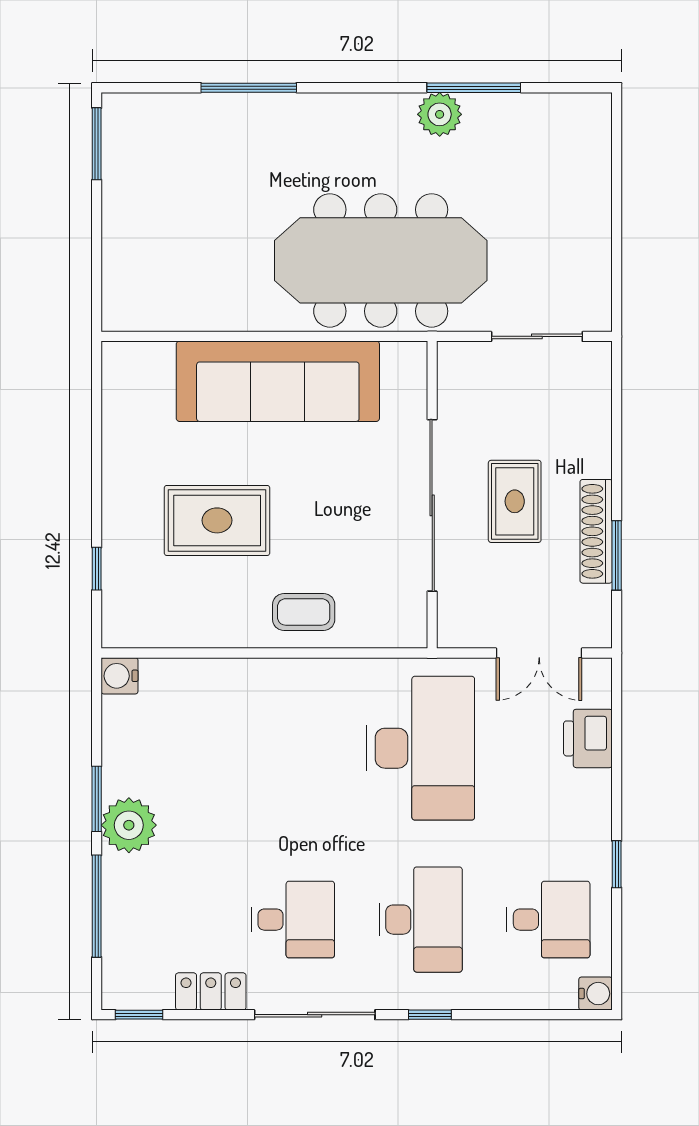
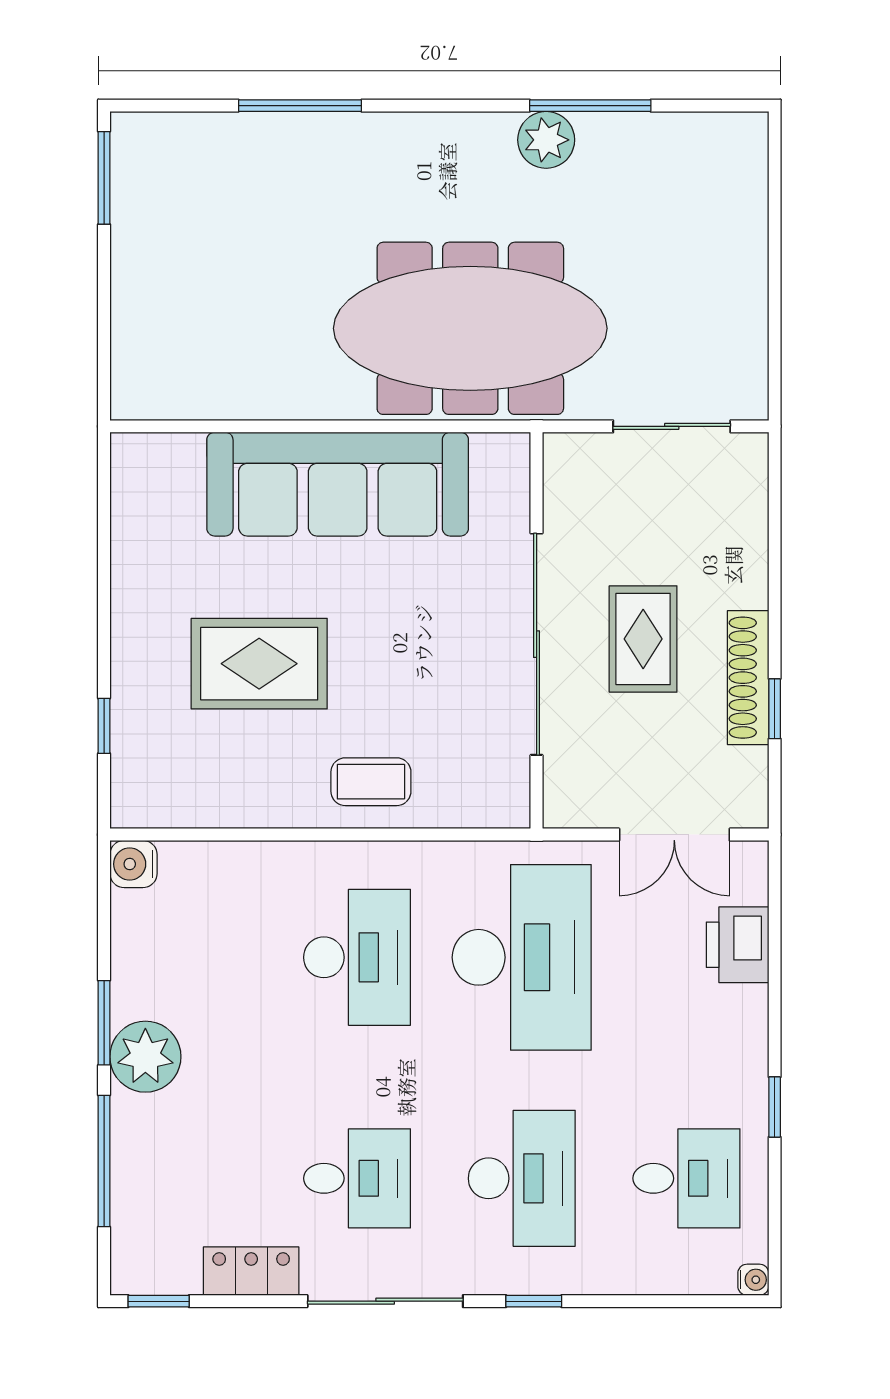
window: (617, 555) -> (775, 709), width x0.67
desk: (293, 748) -> (357, 957), added
water cooler: (596, 994) -> (753, 1280), width x0.72, depth x0.72

